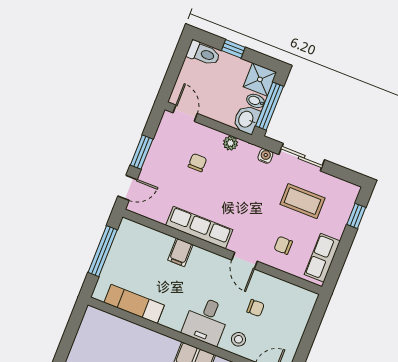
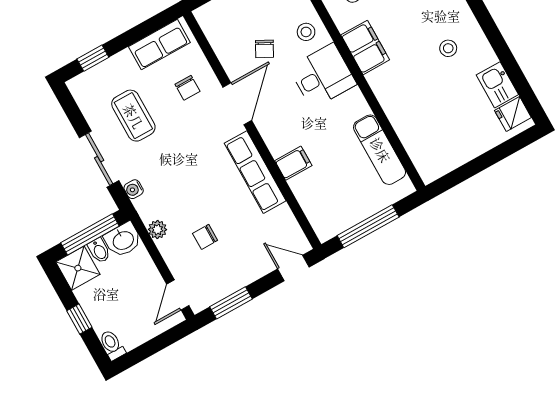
toilet: (203, 53) -> (112, 345), width x0.73, depth x0.72
window: (142, 152) -> (231, 303), moved
door: (245, 261) -> (237, 104), width x1.38
chair: (256, 308) -> (264, 49), turned -151

